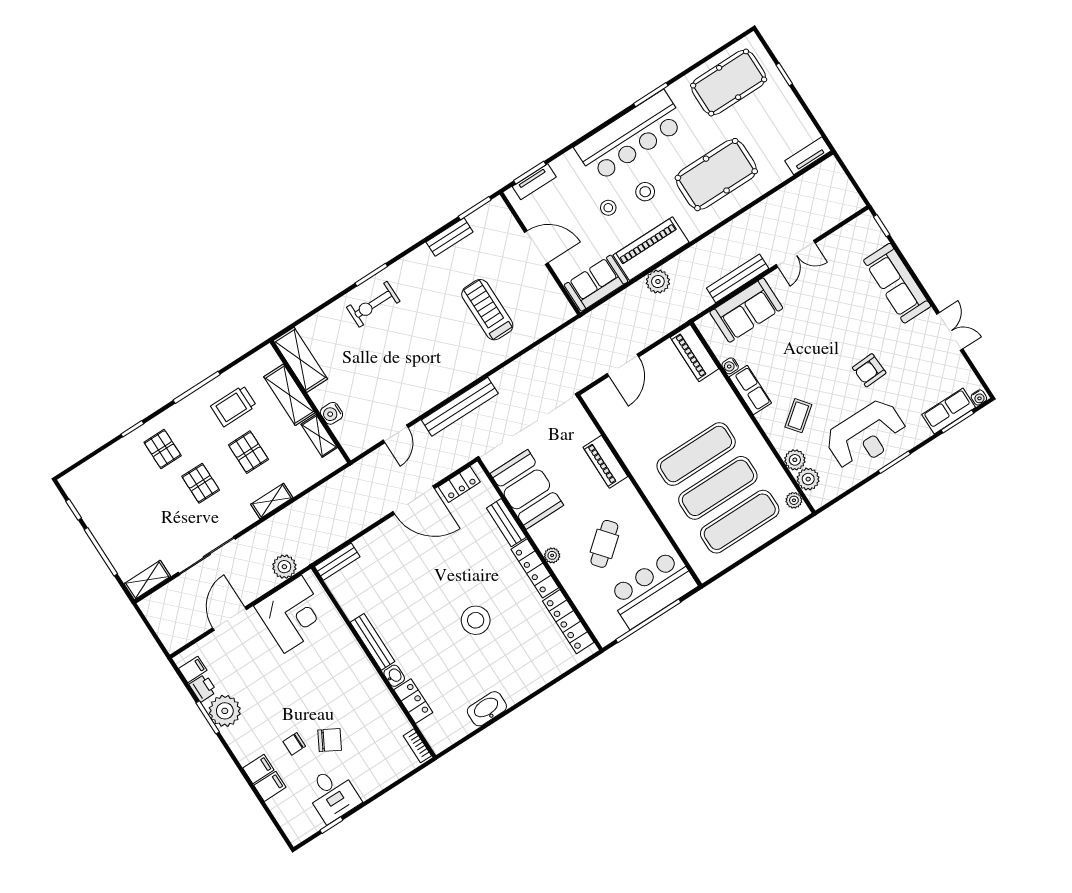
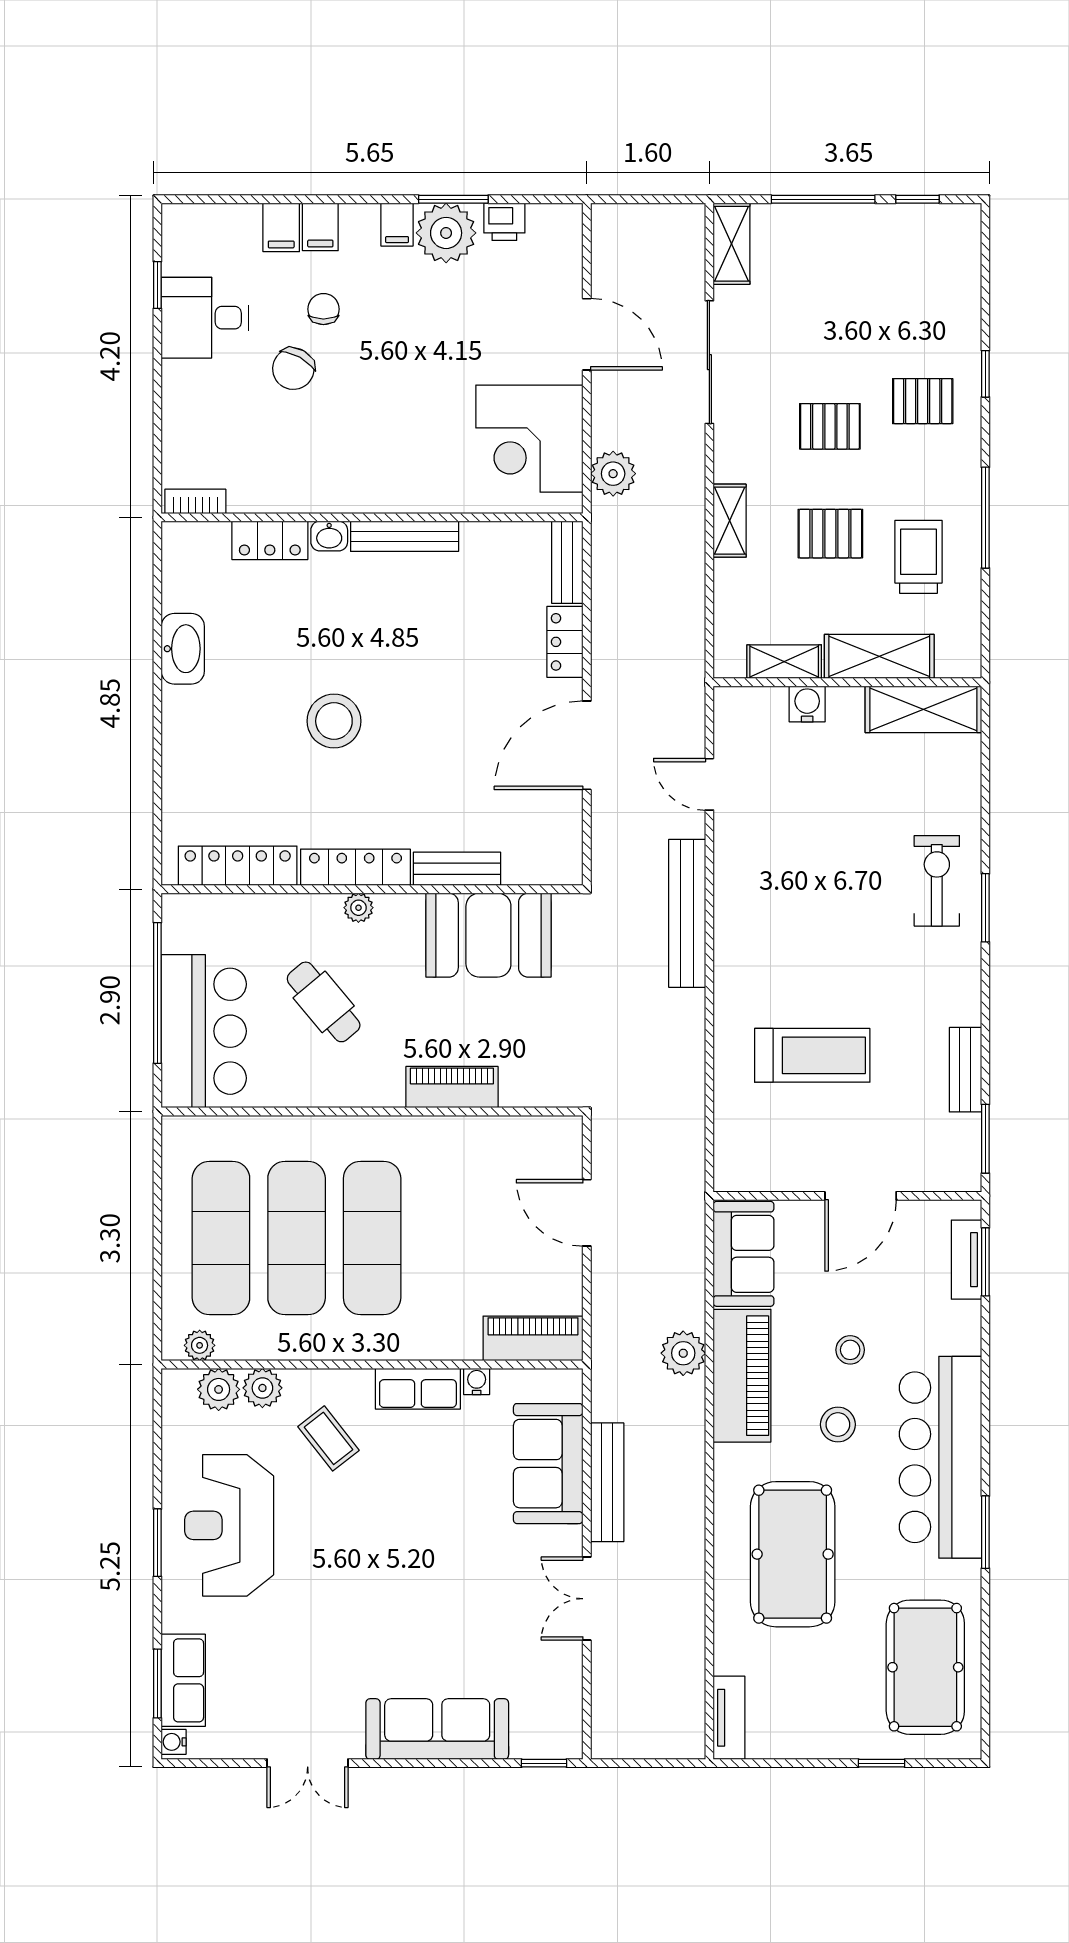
armchair: (869, 370) -> (328, 1596), removed
locker: (459, 484) -> (565, 642), moved
filing cabinet: (193, 669) -> (397, 225), moved

